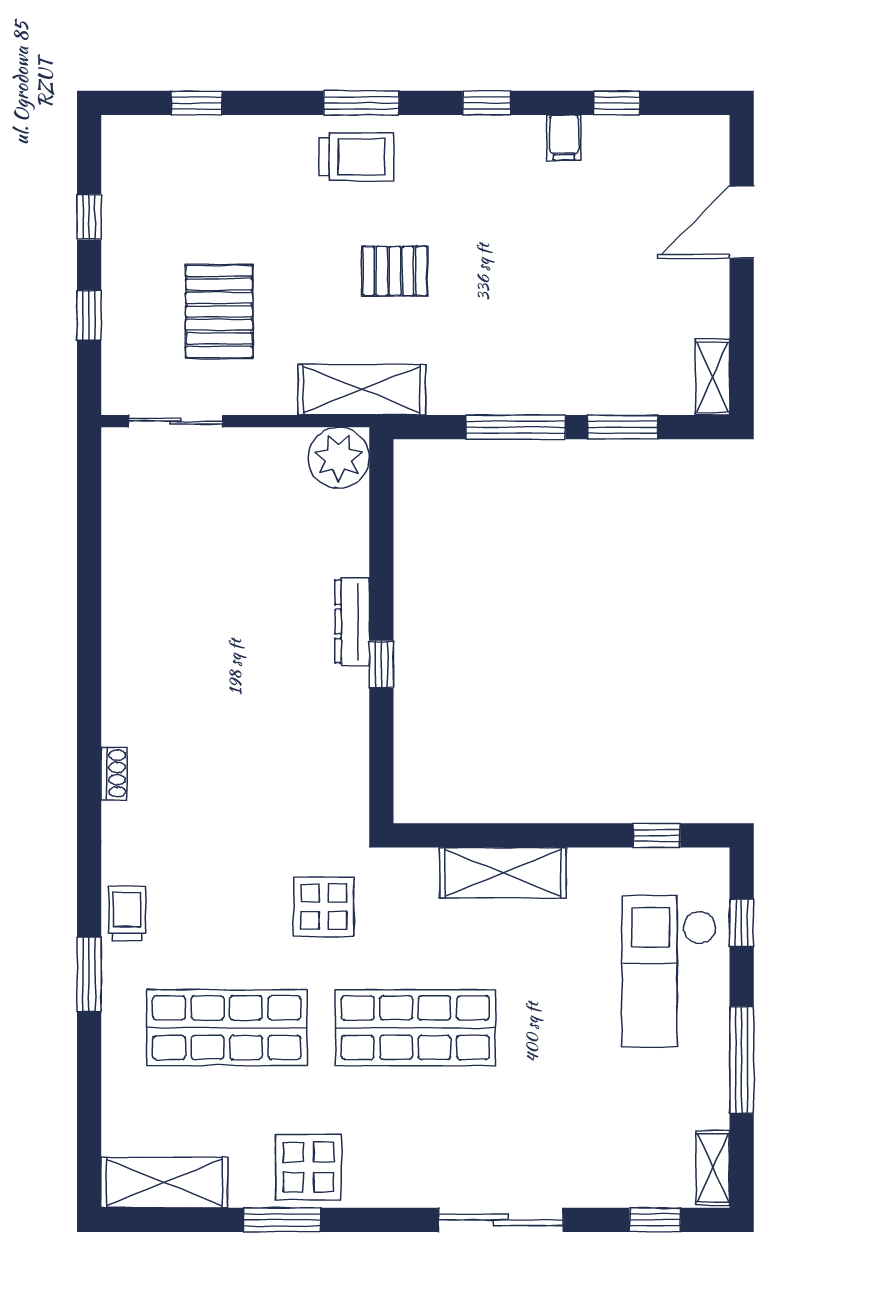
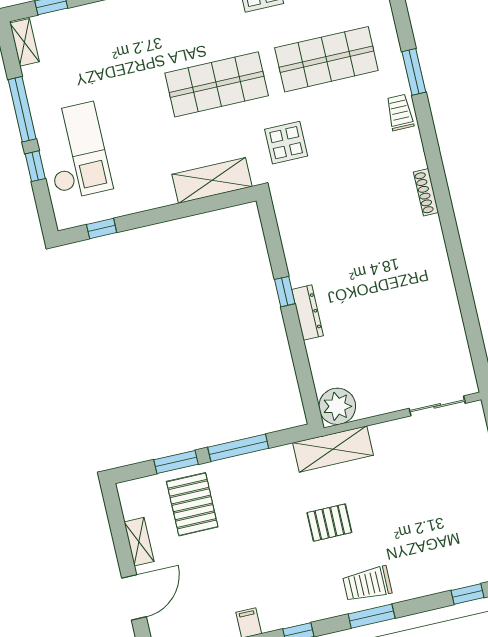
pallet: (219, 311) -> (192, 504), moved
shelving: (712, 377) -> (139, 542), moved
shoe rack: (114, 773) -> (426, 192), width x1.43
shelving: (503, 873) -> (212, 180), moved
trolley: (127, 913) -> (400, 112), turned 180
window: (742, 923) -> (35, 166), moved

